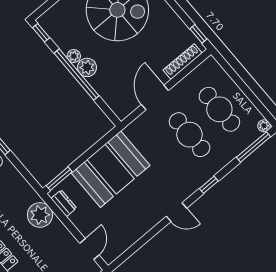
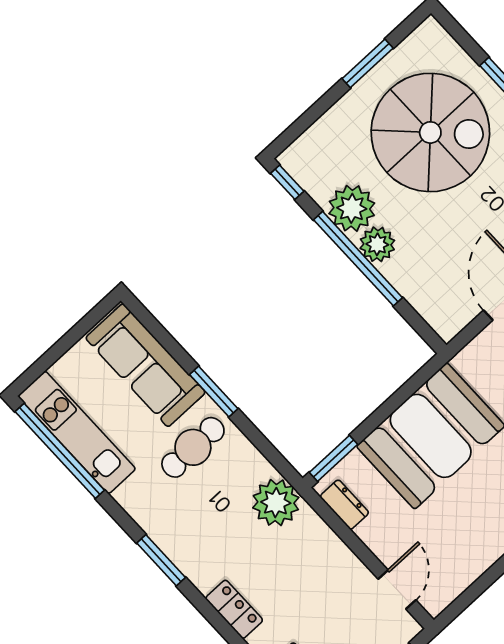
plant: (74, 56) -> (352, 208), width x1.88, depth x1.88
plant: (40, 215) -> (276, 503), moved

